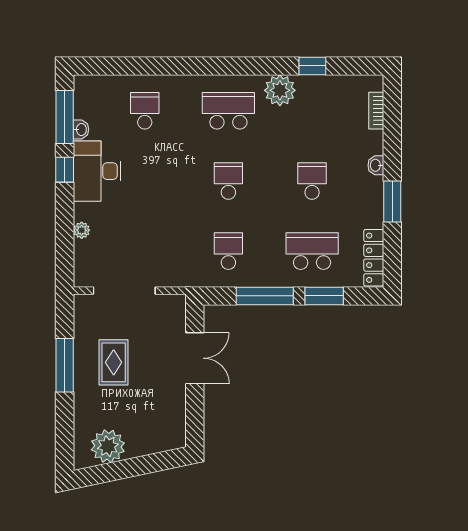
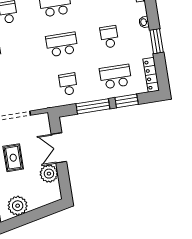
school desk: (228, 181) -> (62, 44), width x1.85
double door: (195, 358) -> (59, 148), swing flipped
plant: (171, 400) -> (49, 174), added

